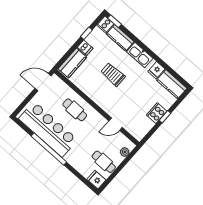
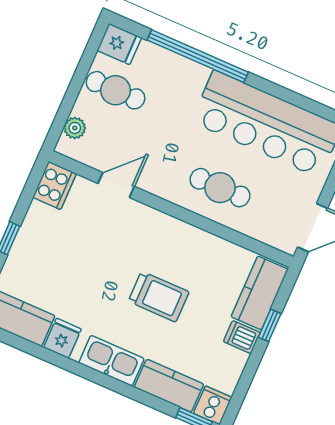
window: (86, 33) -> (270, 325), moved
cooker: (157, 113) -> (54, 185), moved
window: (49, 149) -> (198, 56), moved

